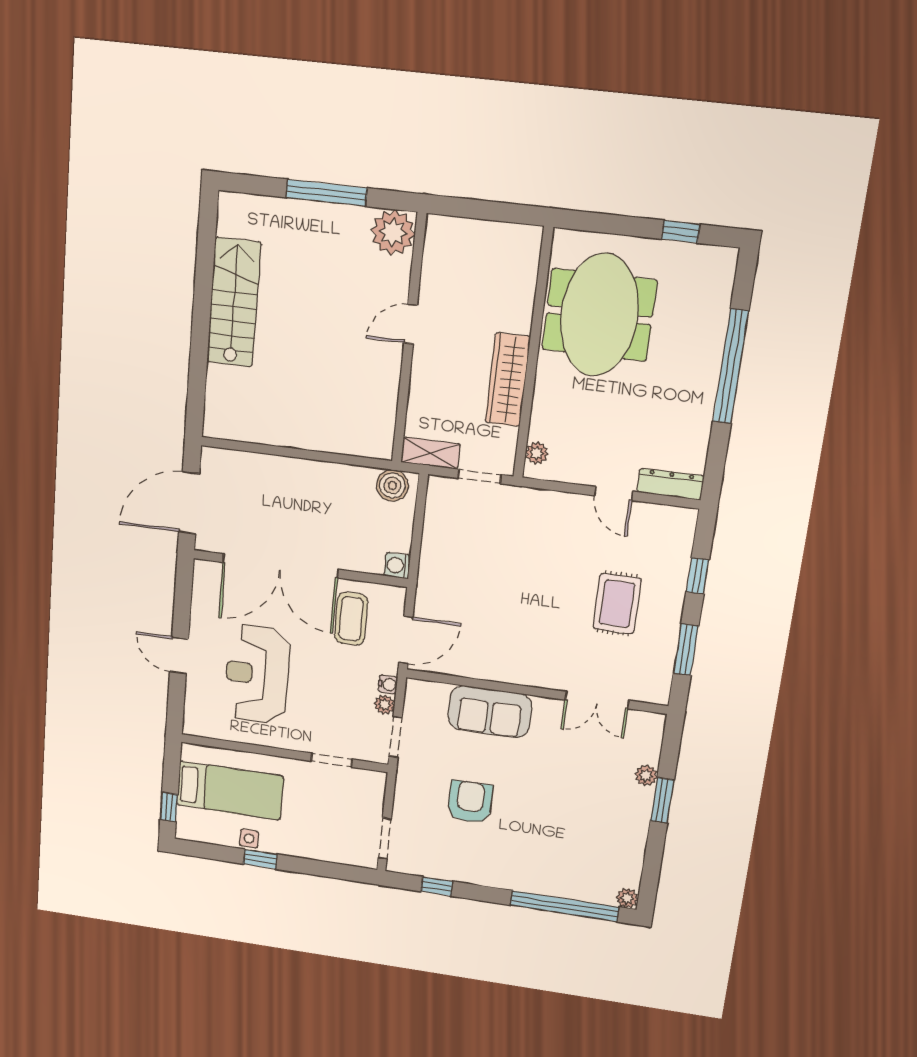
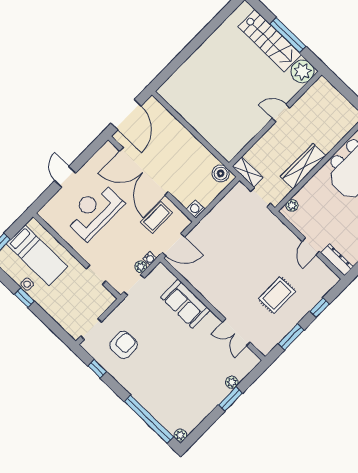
stairs: (234, 302) -> (270, 41), moved, turned 90
door: (189, 503) -> (126, 114), swing flipped
armchair: (470, 802) -> (124, 345), moved

